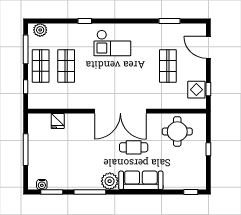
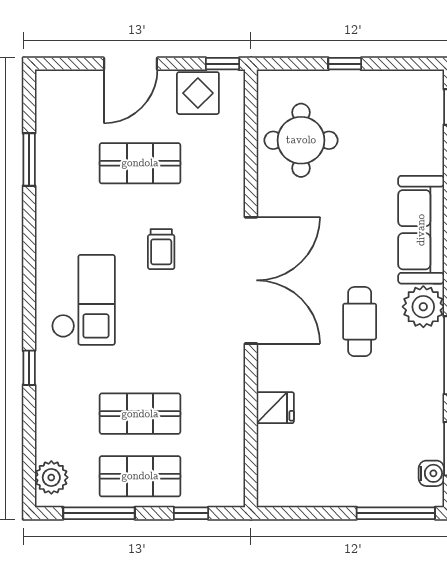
door: (208, 47) -> (130, 64), moved
trolley: (133, 75) -> (161, 249), added
window: (208, 89) -> (222, 64), moved
fridge: (58, 121) -> (275, 408), moved
cafe table: (134, 147) -> (360, 322), moved
window: (26, 150) -> (396, 513), moved

